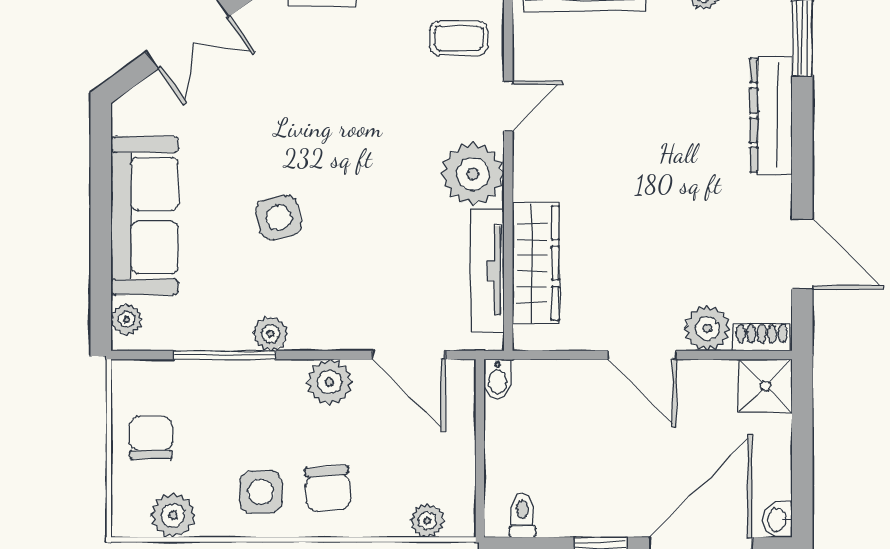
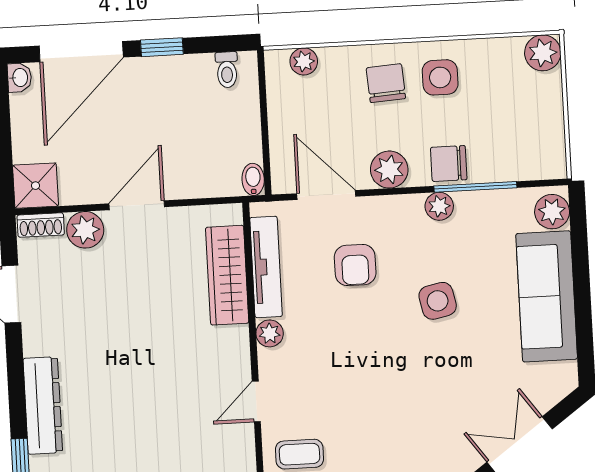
plant: (473, 174) -> (270, 333), width x0.53, depth x0.53
armchair: (378, 267) -> (355, 265), added
plant: (126, 320) -> (552, 212), width x1.38, depth x1.38
door: (642, 355) -> (137, 205), hinge flipped
chair: (151, 438) -> (449, 164), moved, turned 90
plant: (173, 515) -> (543, 53), moved

